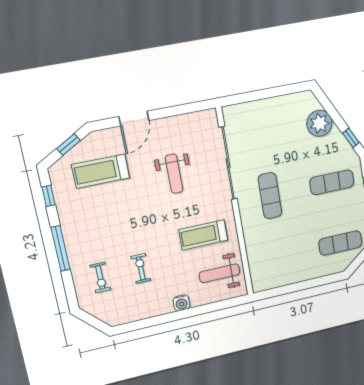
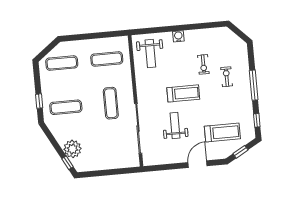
window: (351, 138) -> (67, 163), moved
treadmill: (203, 235) -> (183, 93), moved
exercise mat: (280, 257) -> (107, 59), added
weight bench: (219, 273) -> (150, 53), turned 90
exercise bike: (100, 277) -> (227, 77), moved

